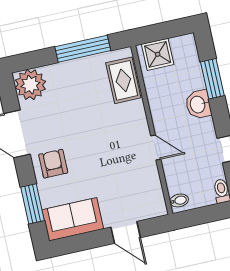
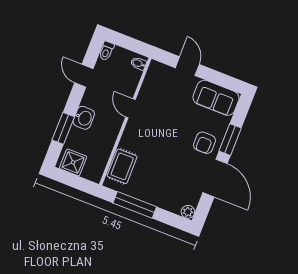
shower: (158, 54) -> (73, 162), moved
plant: (30, 85) -> (188, 212), width x0.53, depth x0.53
window: (33, 204) -> (230, 140), moved

